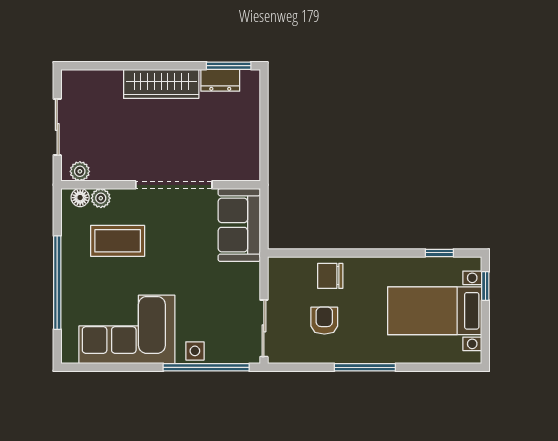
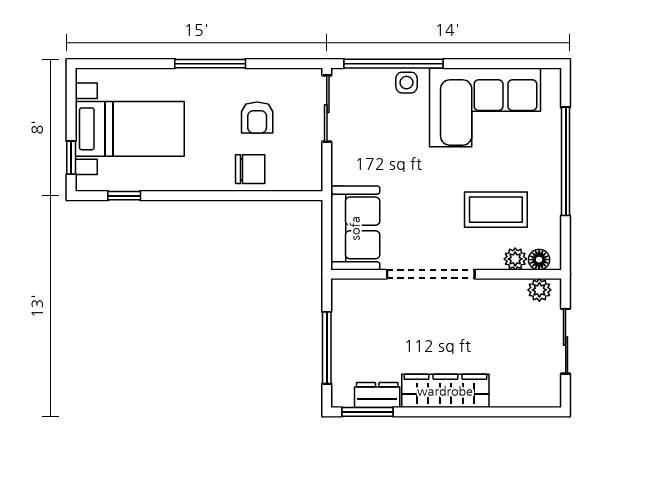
window: (264, 121) -> (327, 348), added

